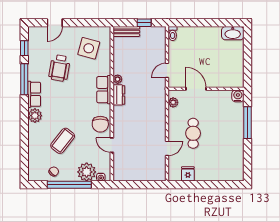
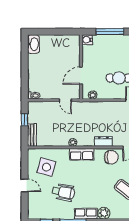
door: (55, 23) -> (25, 185), moved
dresser: (119, 95) -> (103, 141), moved

